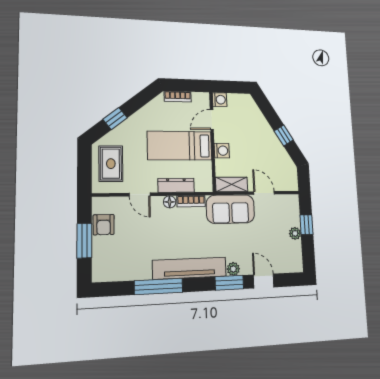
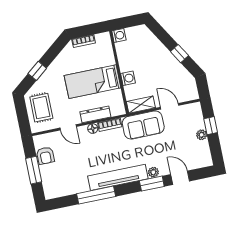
door: (212, 120) -> (115, 54), removed

